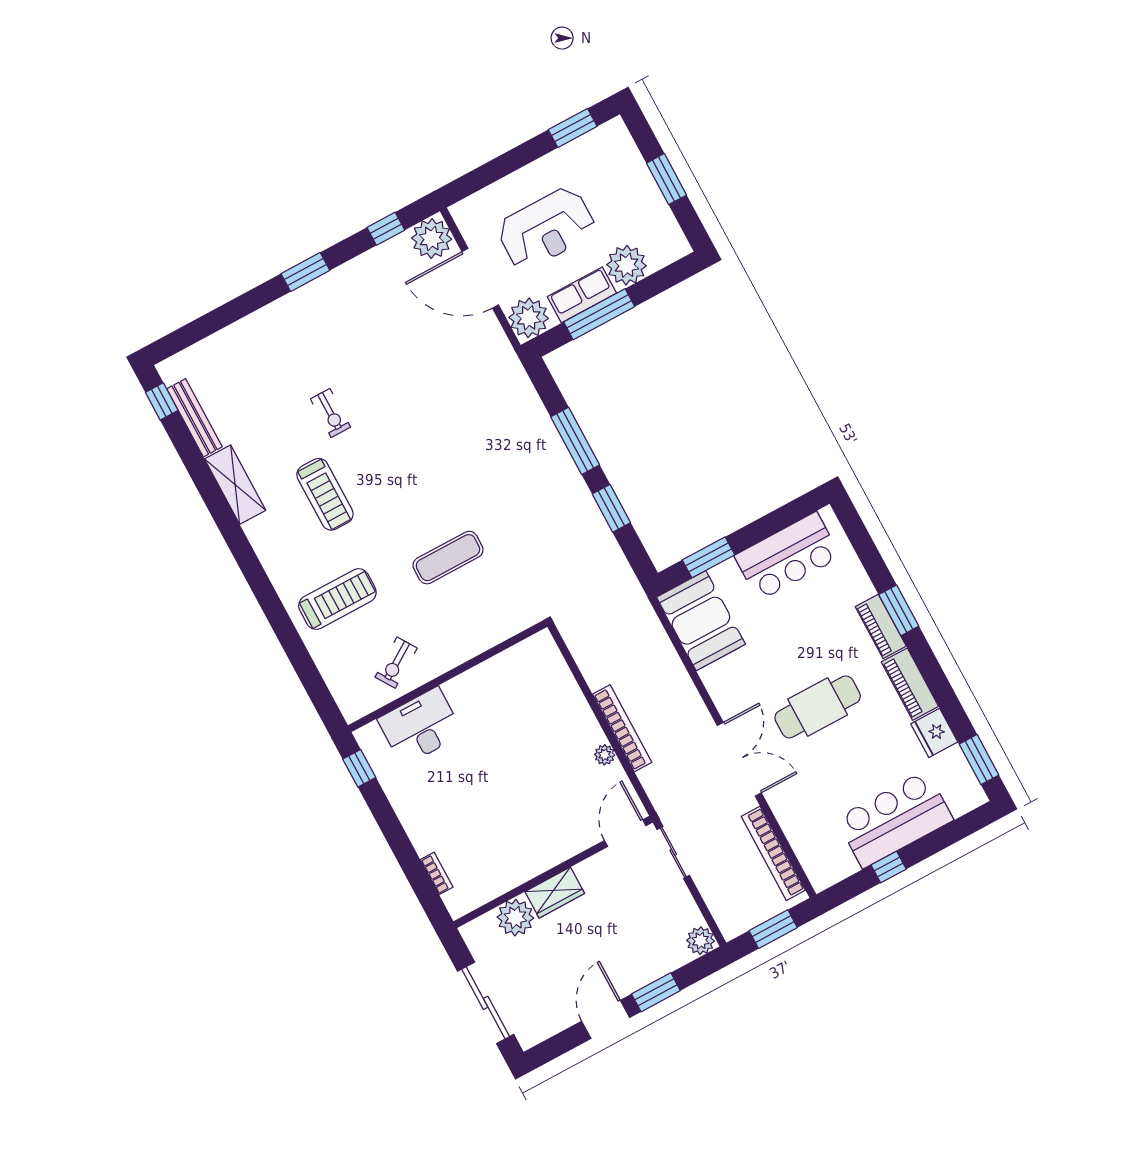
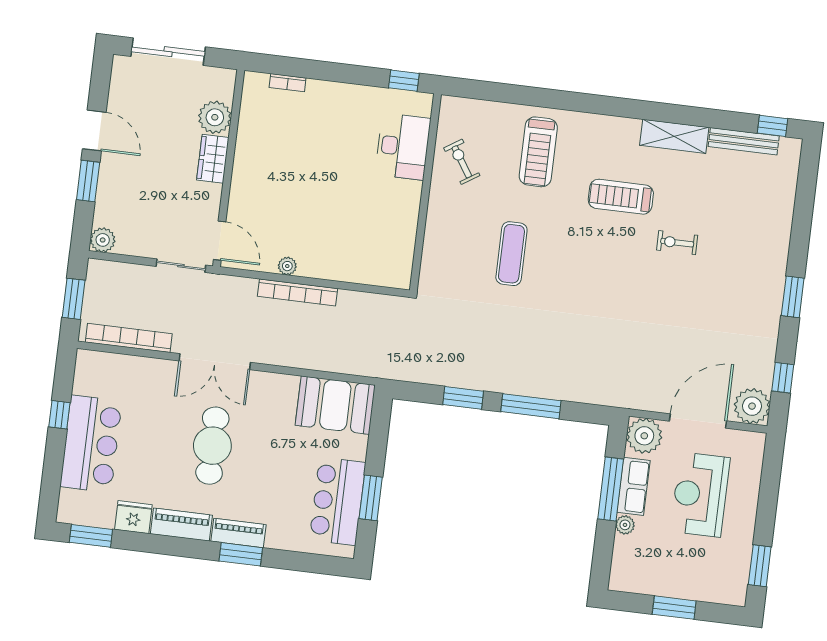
plant: (627, 265) -> (625, 525), width x0.53, depth x0.53
window: (708, 557) -> (371, 498), moved

